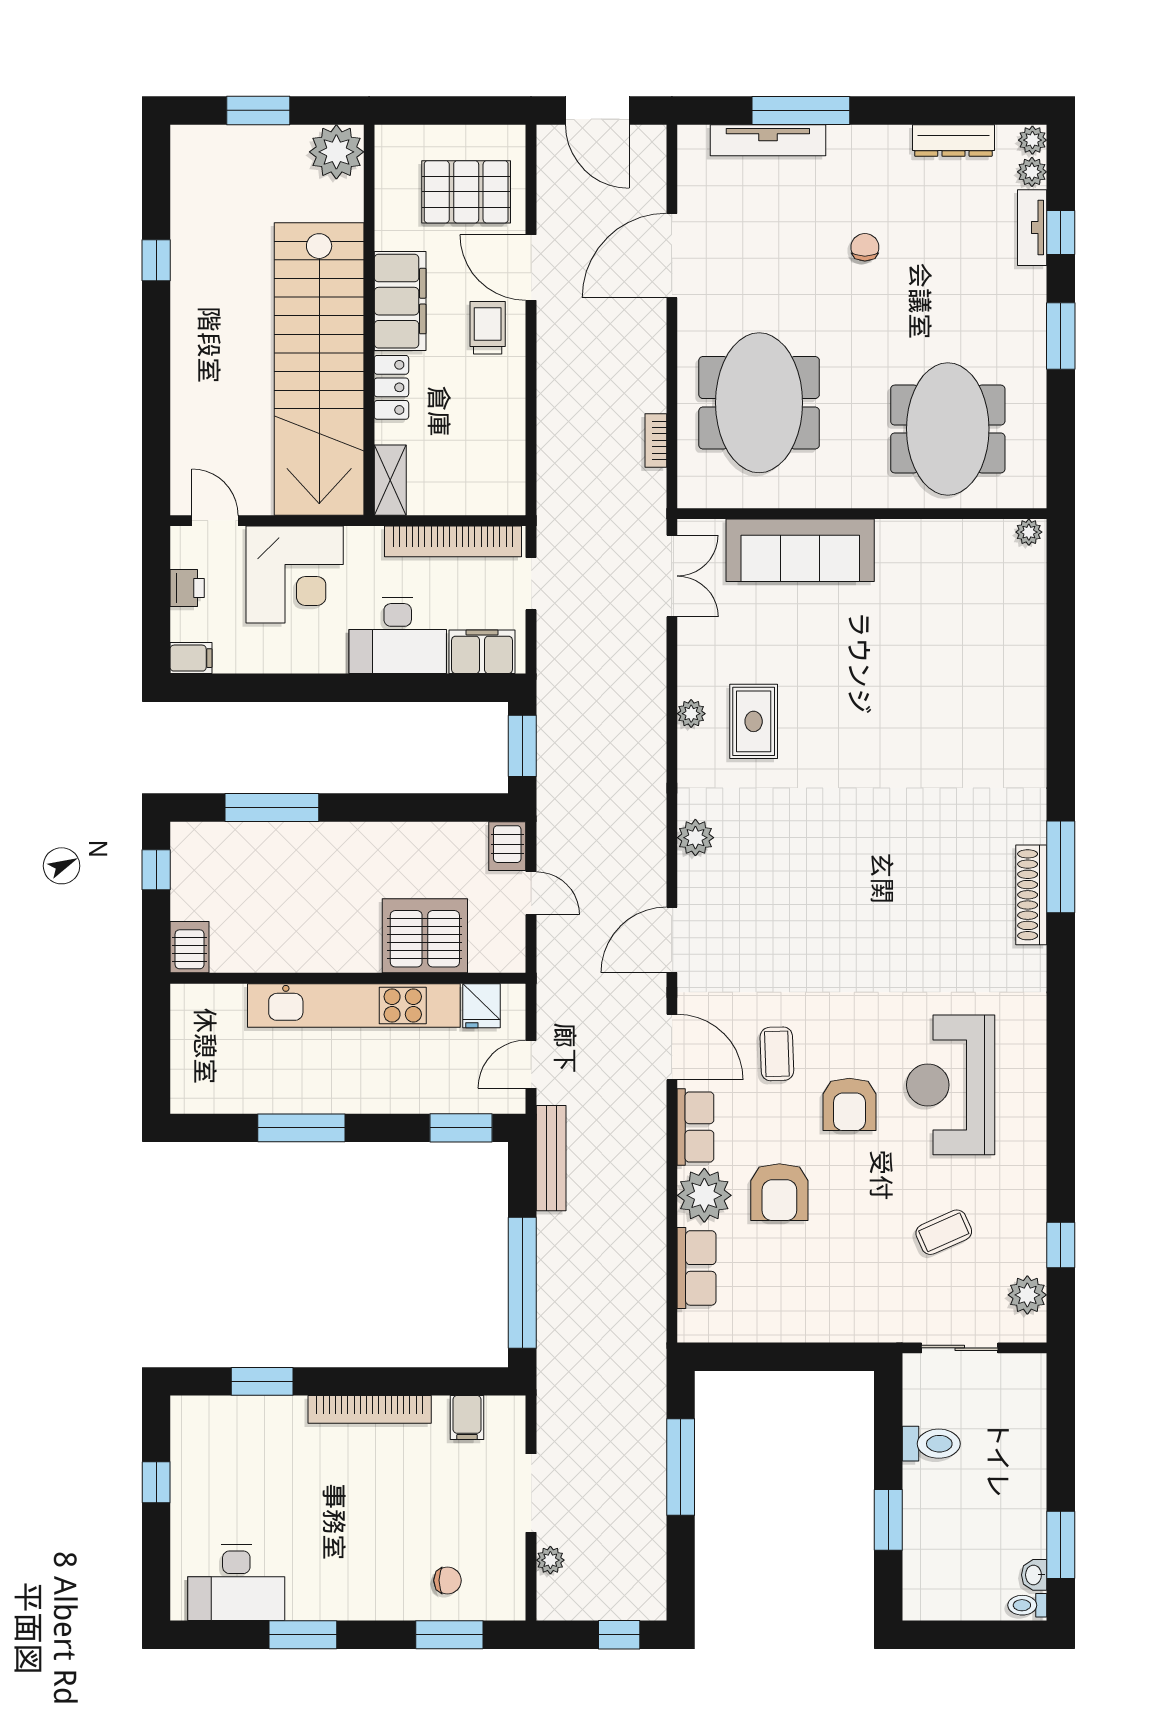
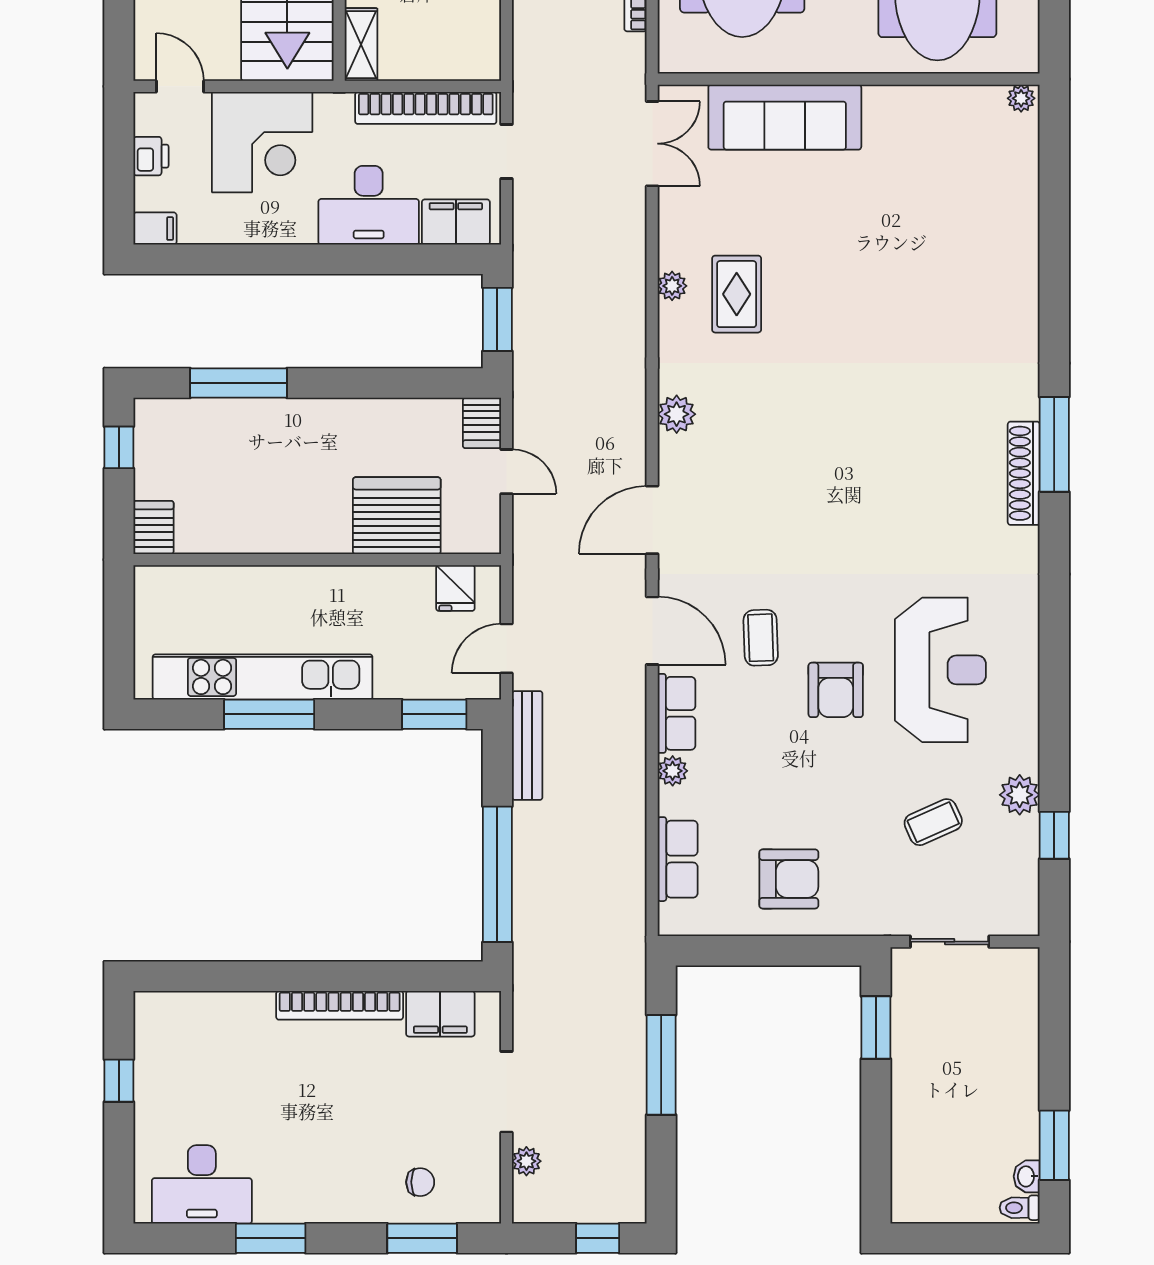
kitchen unit: (354, 1005) -> (263, 677), moved, turned 180
reception desk: (951, 1085) -> (940, 670), turned 180
armchair: (779, 1192) -> (789, 879), moved, turned -90
plant: (704, 1195) -> (673, 771), width x0.53, depth x0.53
plant: (1027, 1295) -> (1020, 795), moved
window: (262, 1381) -> (229, 976), removed
filing cabinet: (467, 1418) -> (440, 1014), width x2.00
toilet: (931, 1444) -> (920, 1041), removed
window: (888, 1520) -> (876, 1028), moved

